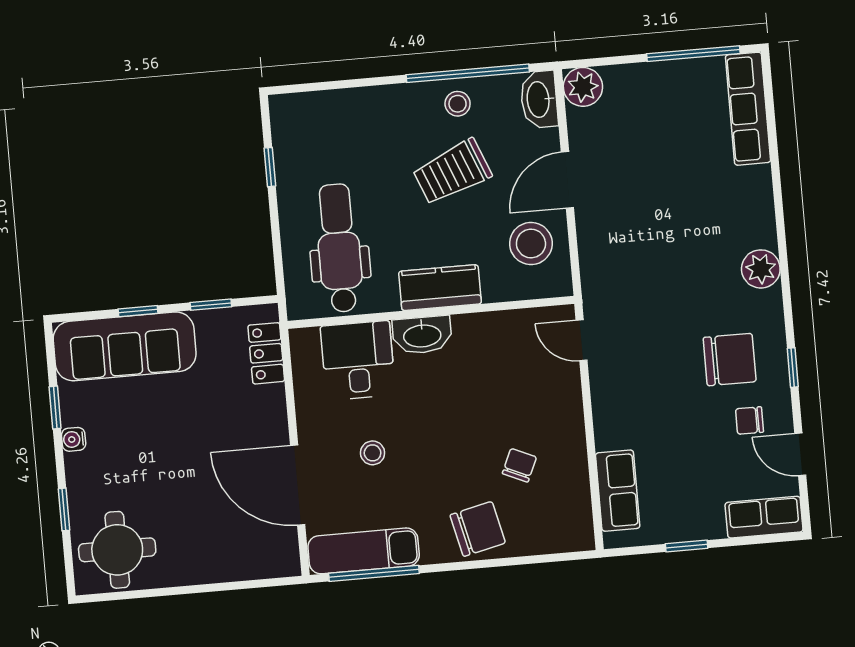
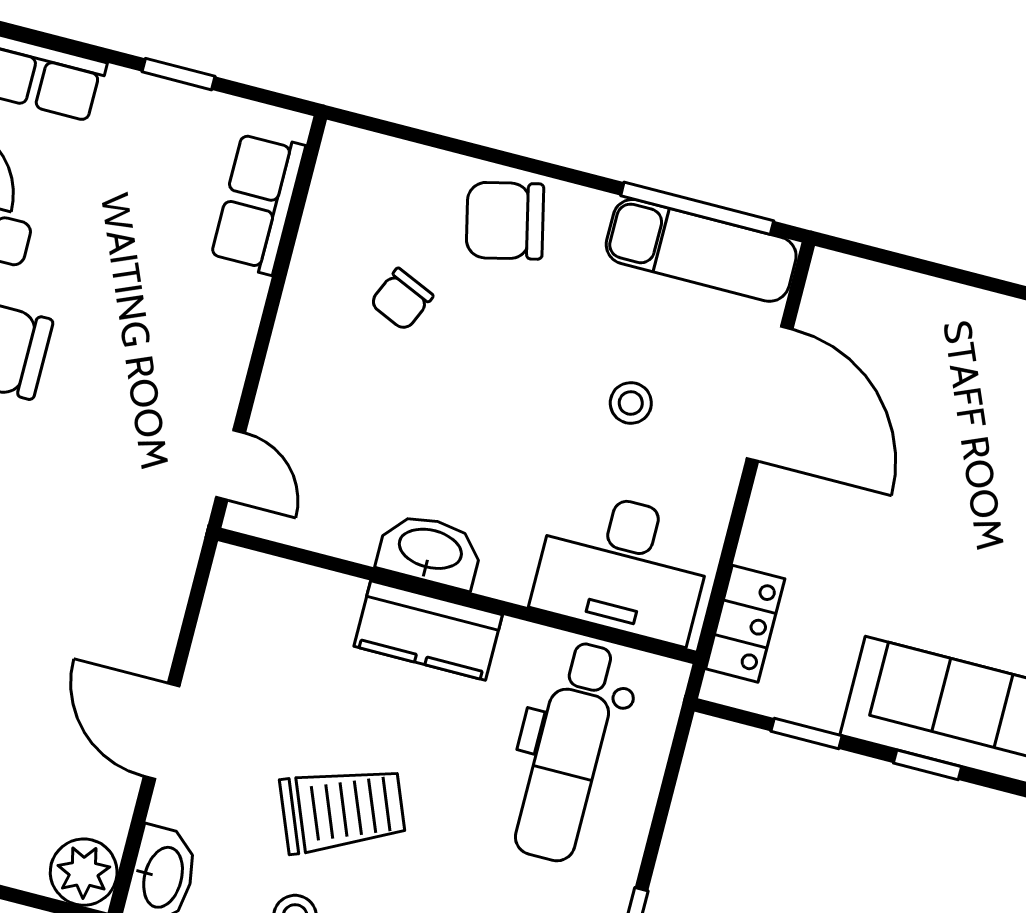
door: (567, 180) -> (162, 731), swing flipped
stool: (531, 244) -> (257, 650), removed
washbasin: (422, 335) -> (430, 551), moved
desk: (358, 360) -> (623, 566), width x1.37

